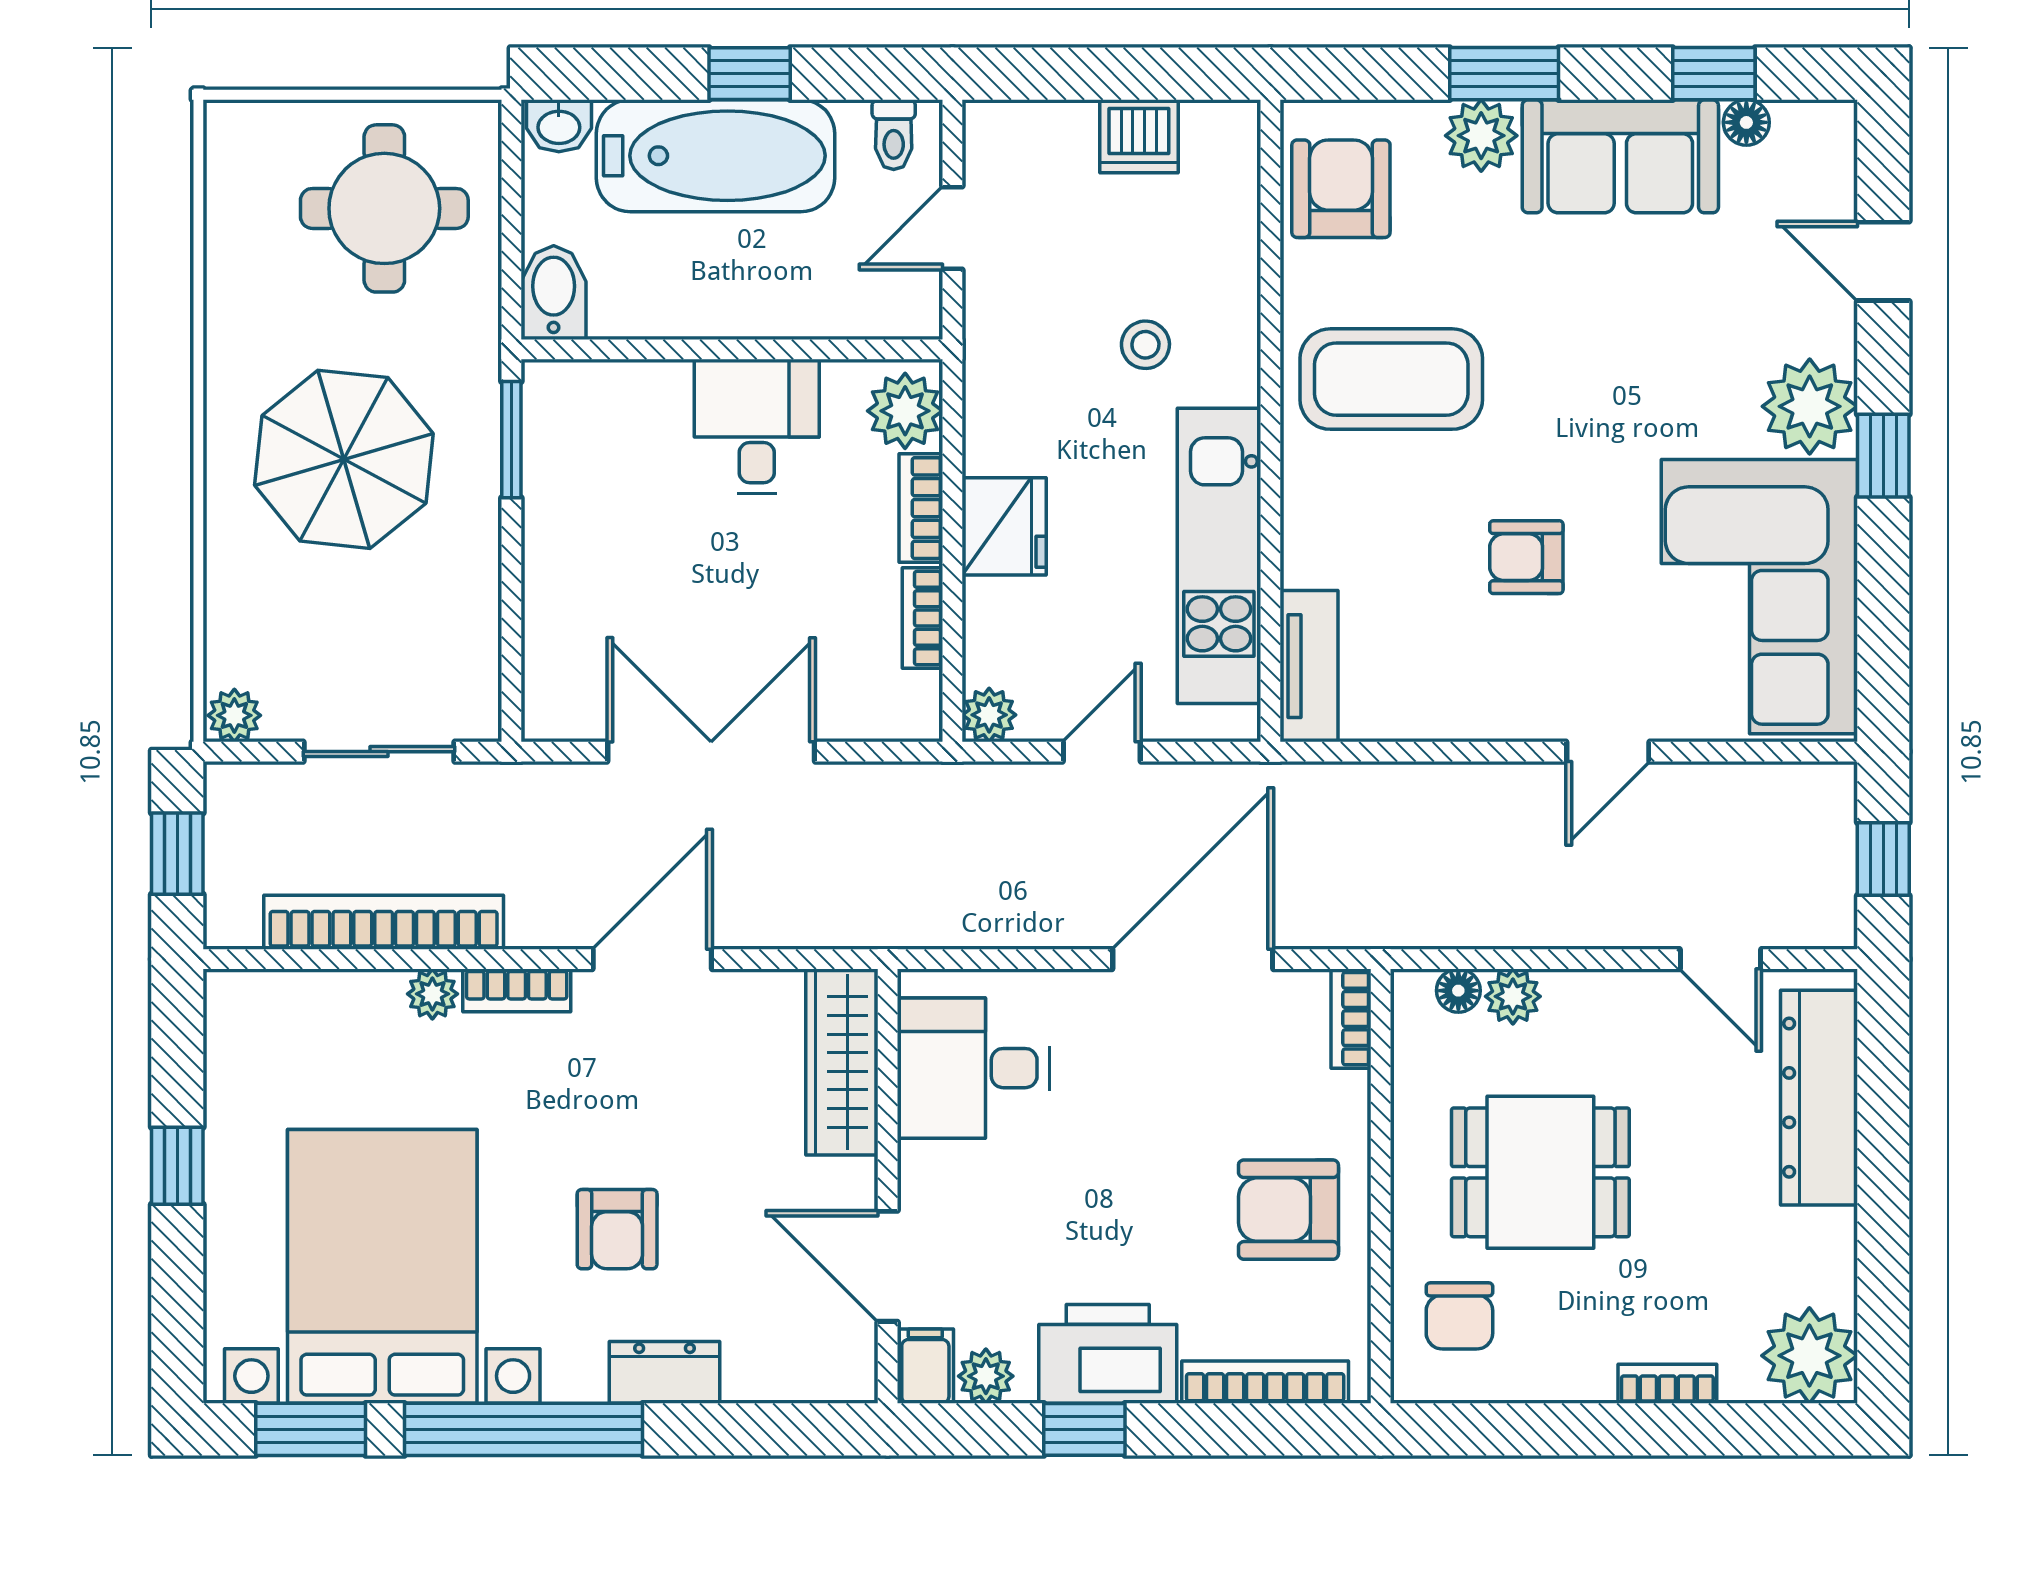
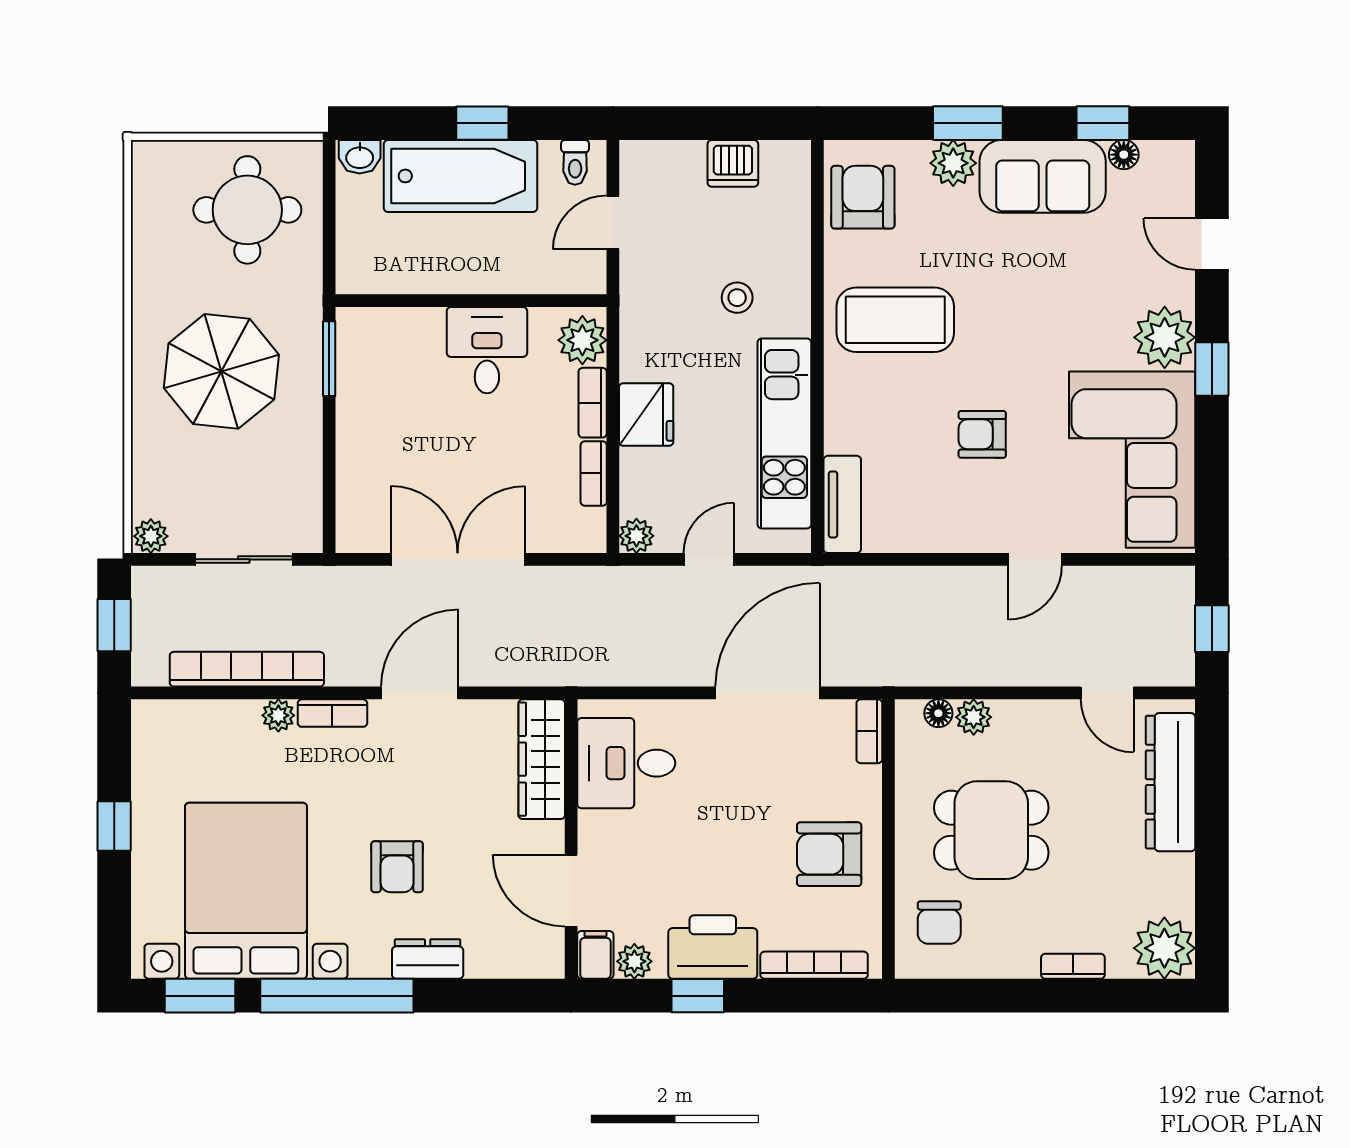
bidet: (554, 293) -> (356, 264), removed

